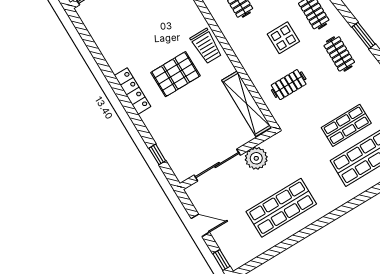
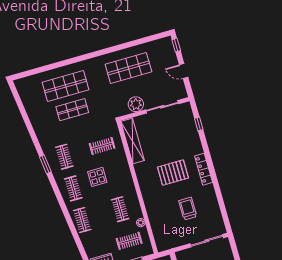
trolley: (206, 46) -> (188, 209), moved

